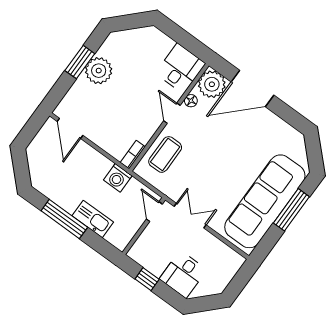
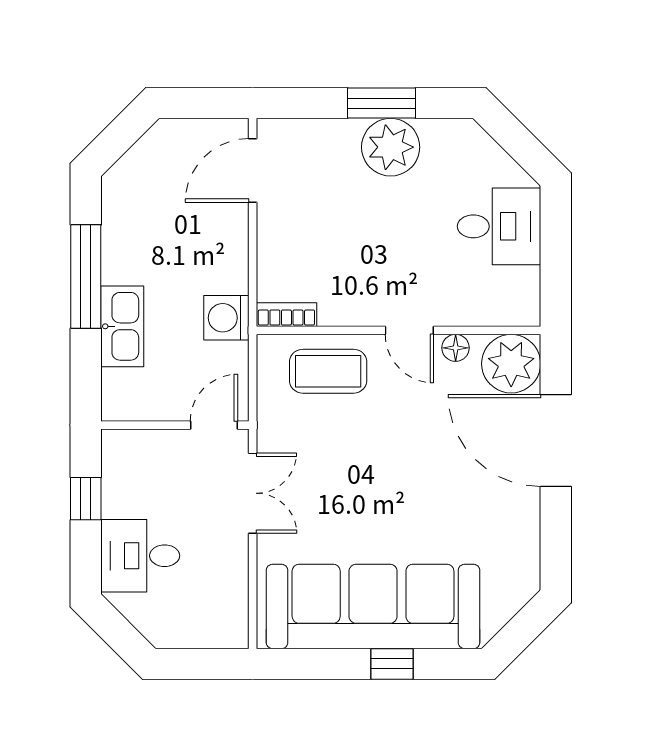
desk: (180, 68) -> (499, 226), moved
door: (172, 113) -> (409, 330), swing flipped
window: (291, 210) -> (392, 664), width x0.46

